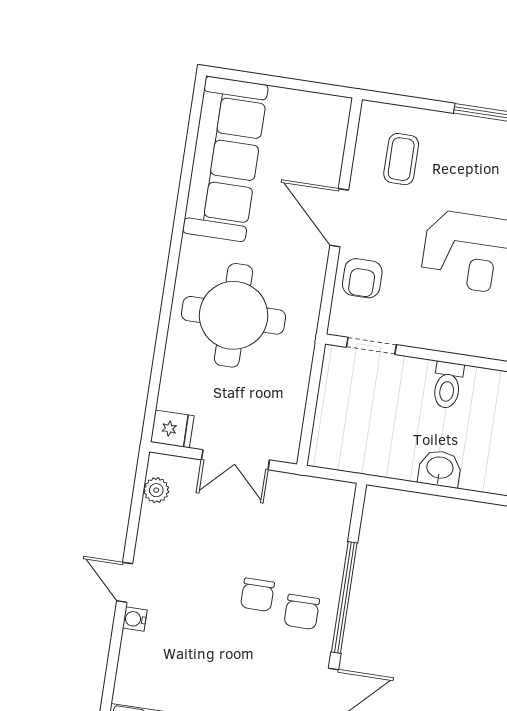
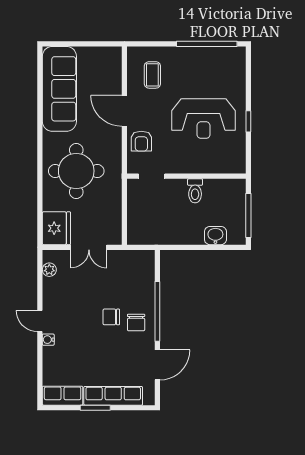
fridge: (172, 429) -> (56, 228), width x1.88, depth x1.34
washbasin: (440, 469) -> (215, 236), moved
chair: (257, 595) -> (111, 317), turned 90

